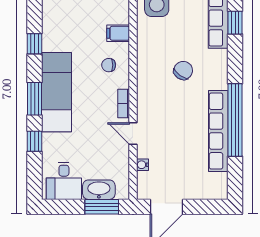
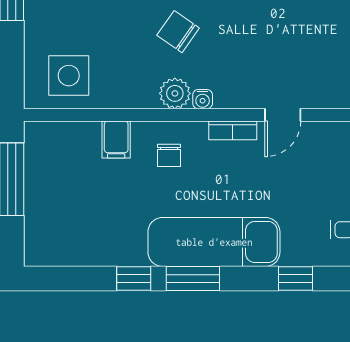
plant: (146, 69) -> (175, 93), added
window: (35, 99) -> (193, 278), moved
water cooler: (142, 165) -> (203, 99), moved

